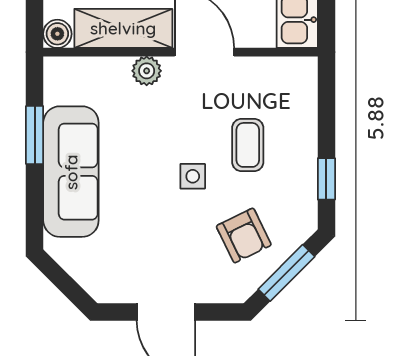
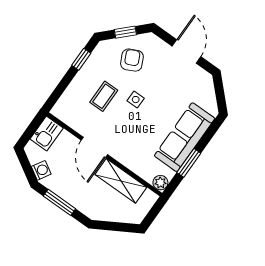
boiler: (57, 34) -> (150, 198), removed
plant: (147, 71) -> (160, 183), moved
window: (286, 273) -> (125, 32), width x0.67

